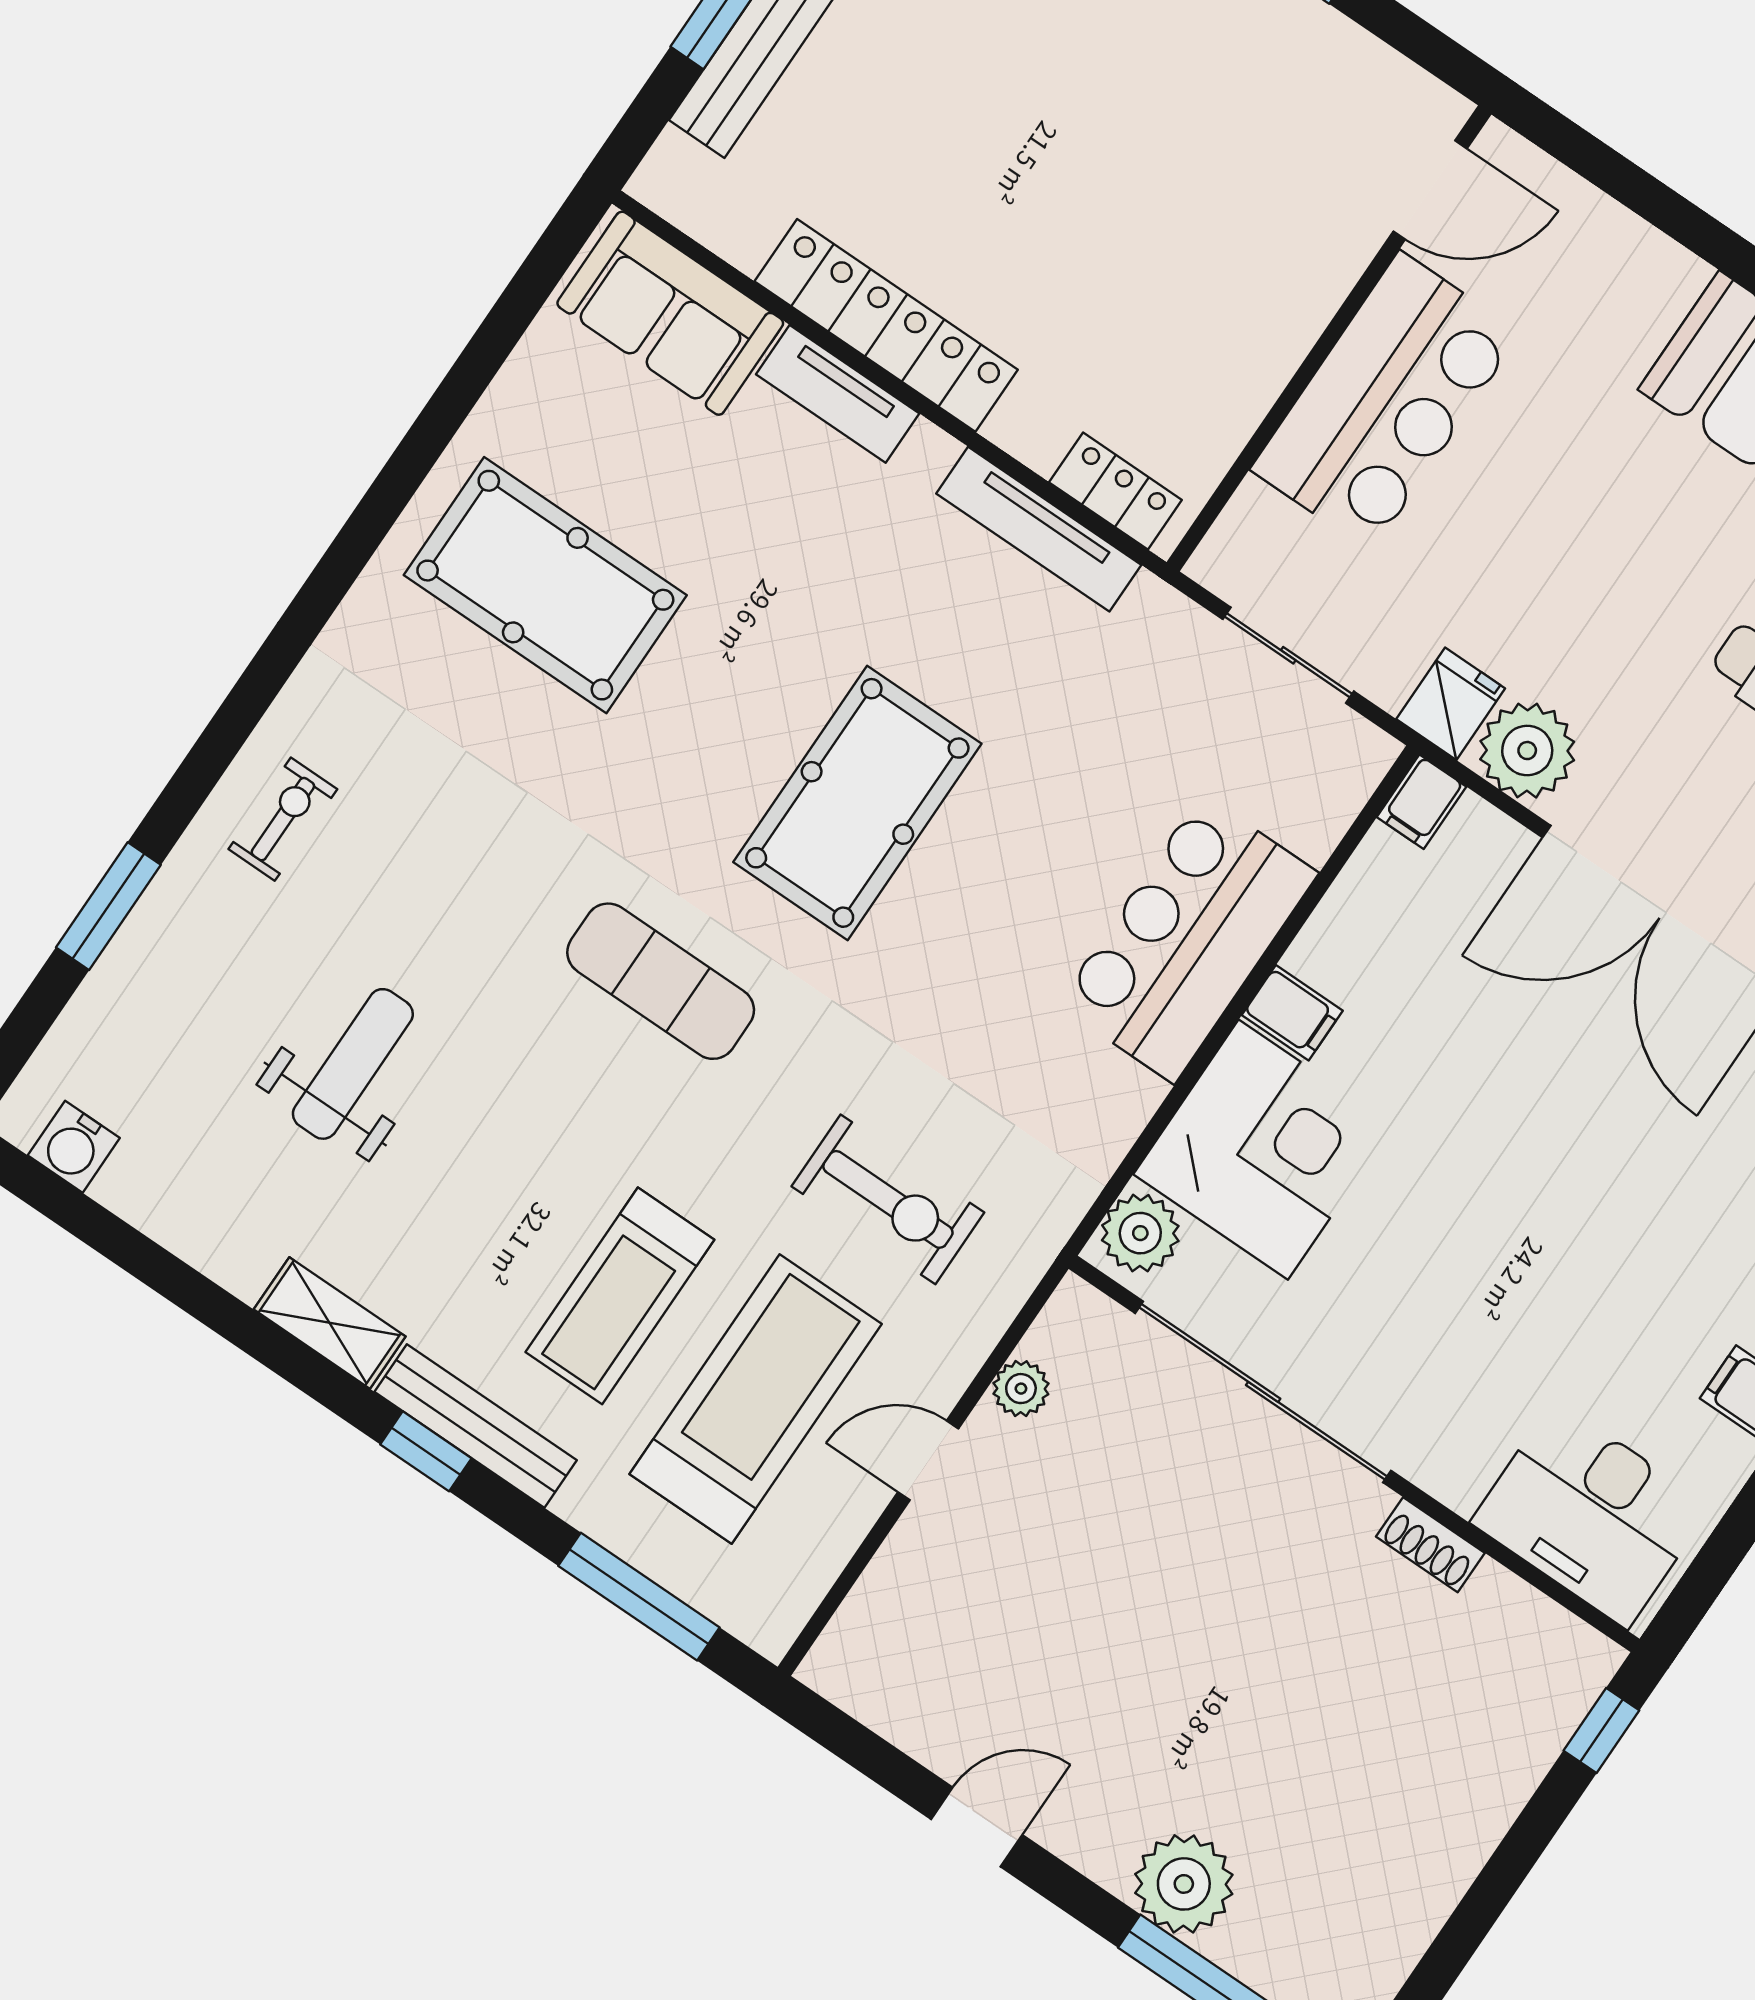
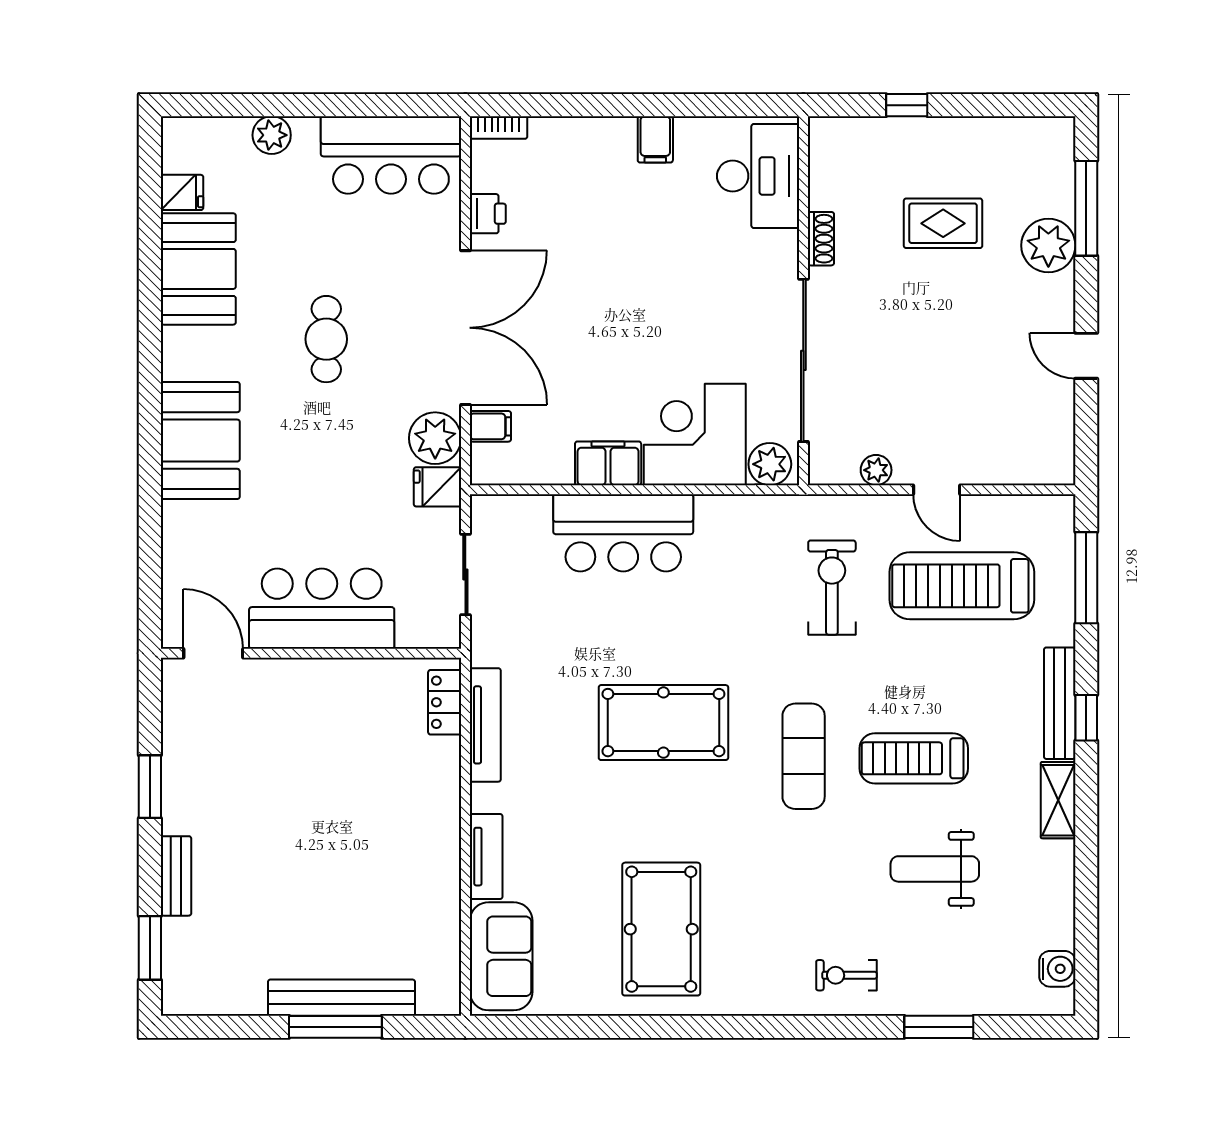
locker: (886, 325) -> (441, 856), removed
filing cabinet: (1422, 802) -> (490, 426), moved
filing cabinet: (1292, 1013) -> (608, 463), width x2.00
treadmill: (620, 1296) -> (914, 758), moved, turned 180
window: (1601, 1731) -> (907, 105), moved
rug: (1327, 1747) -> (943, 223), added

